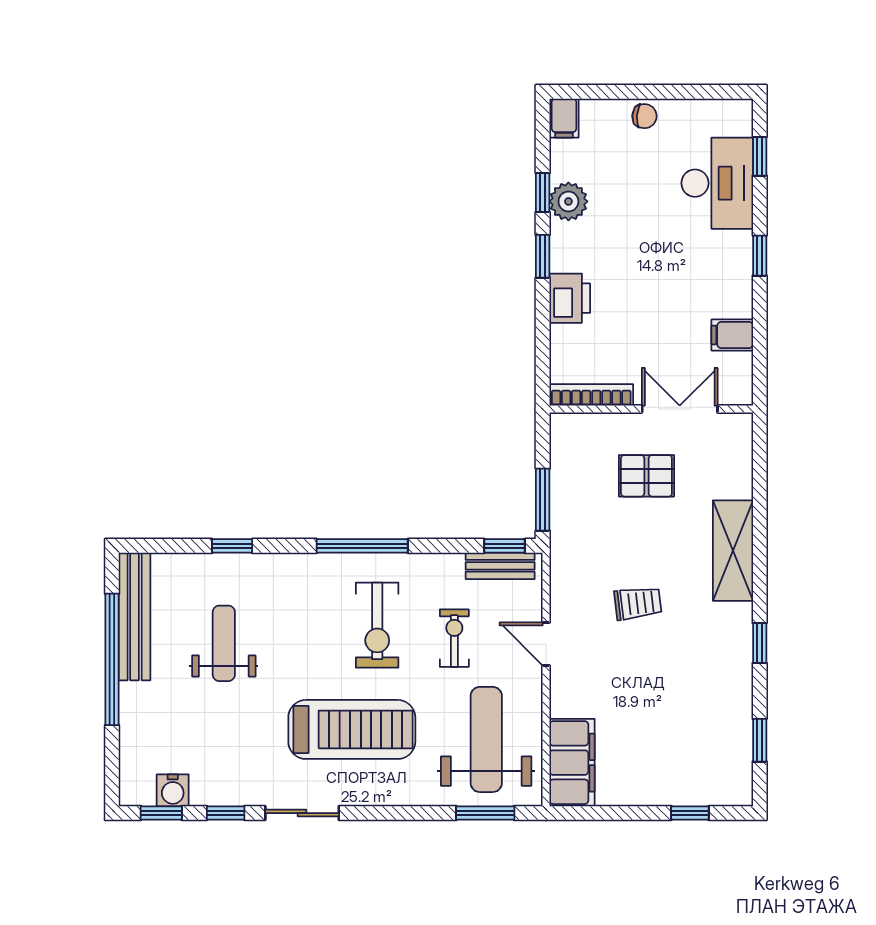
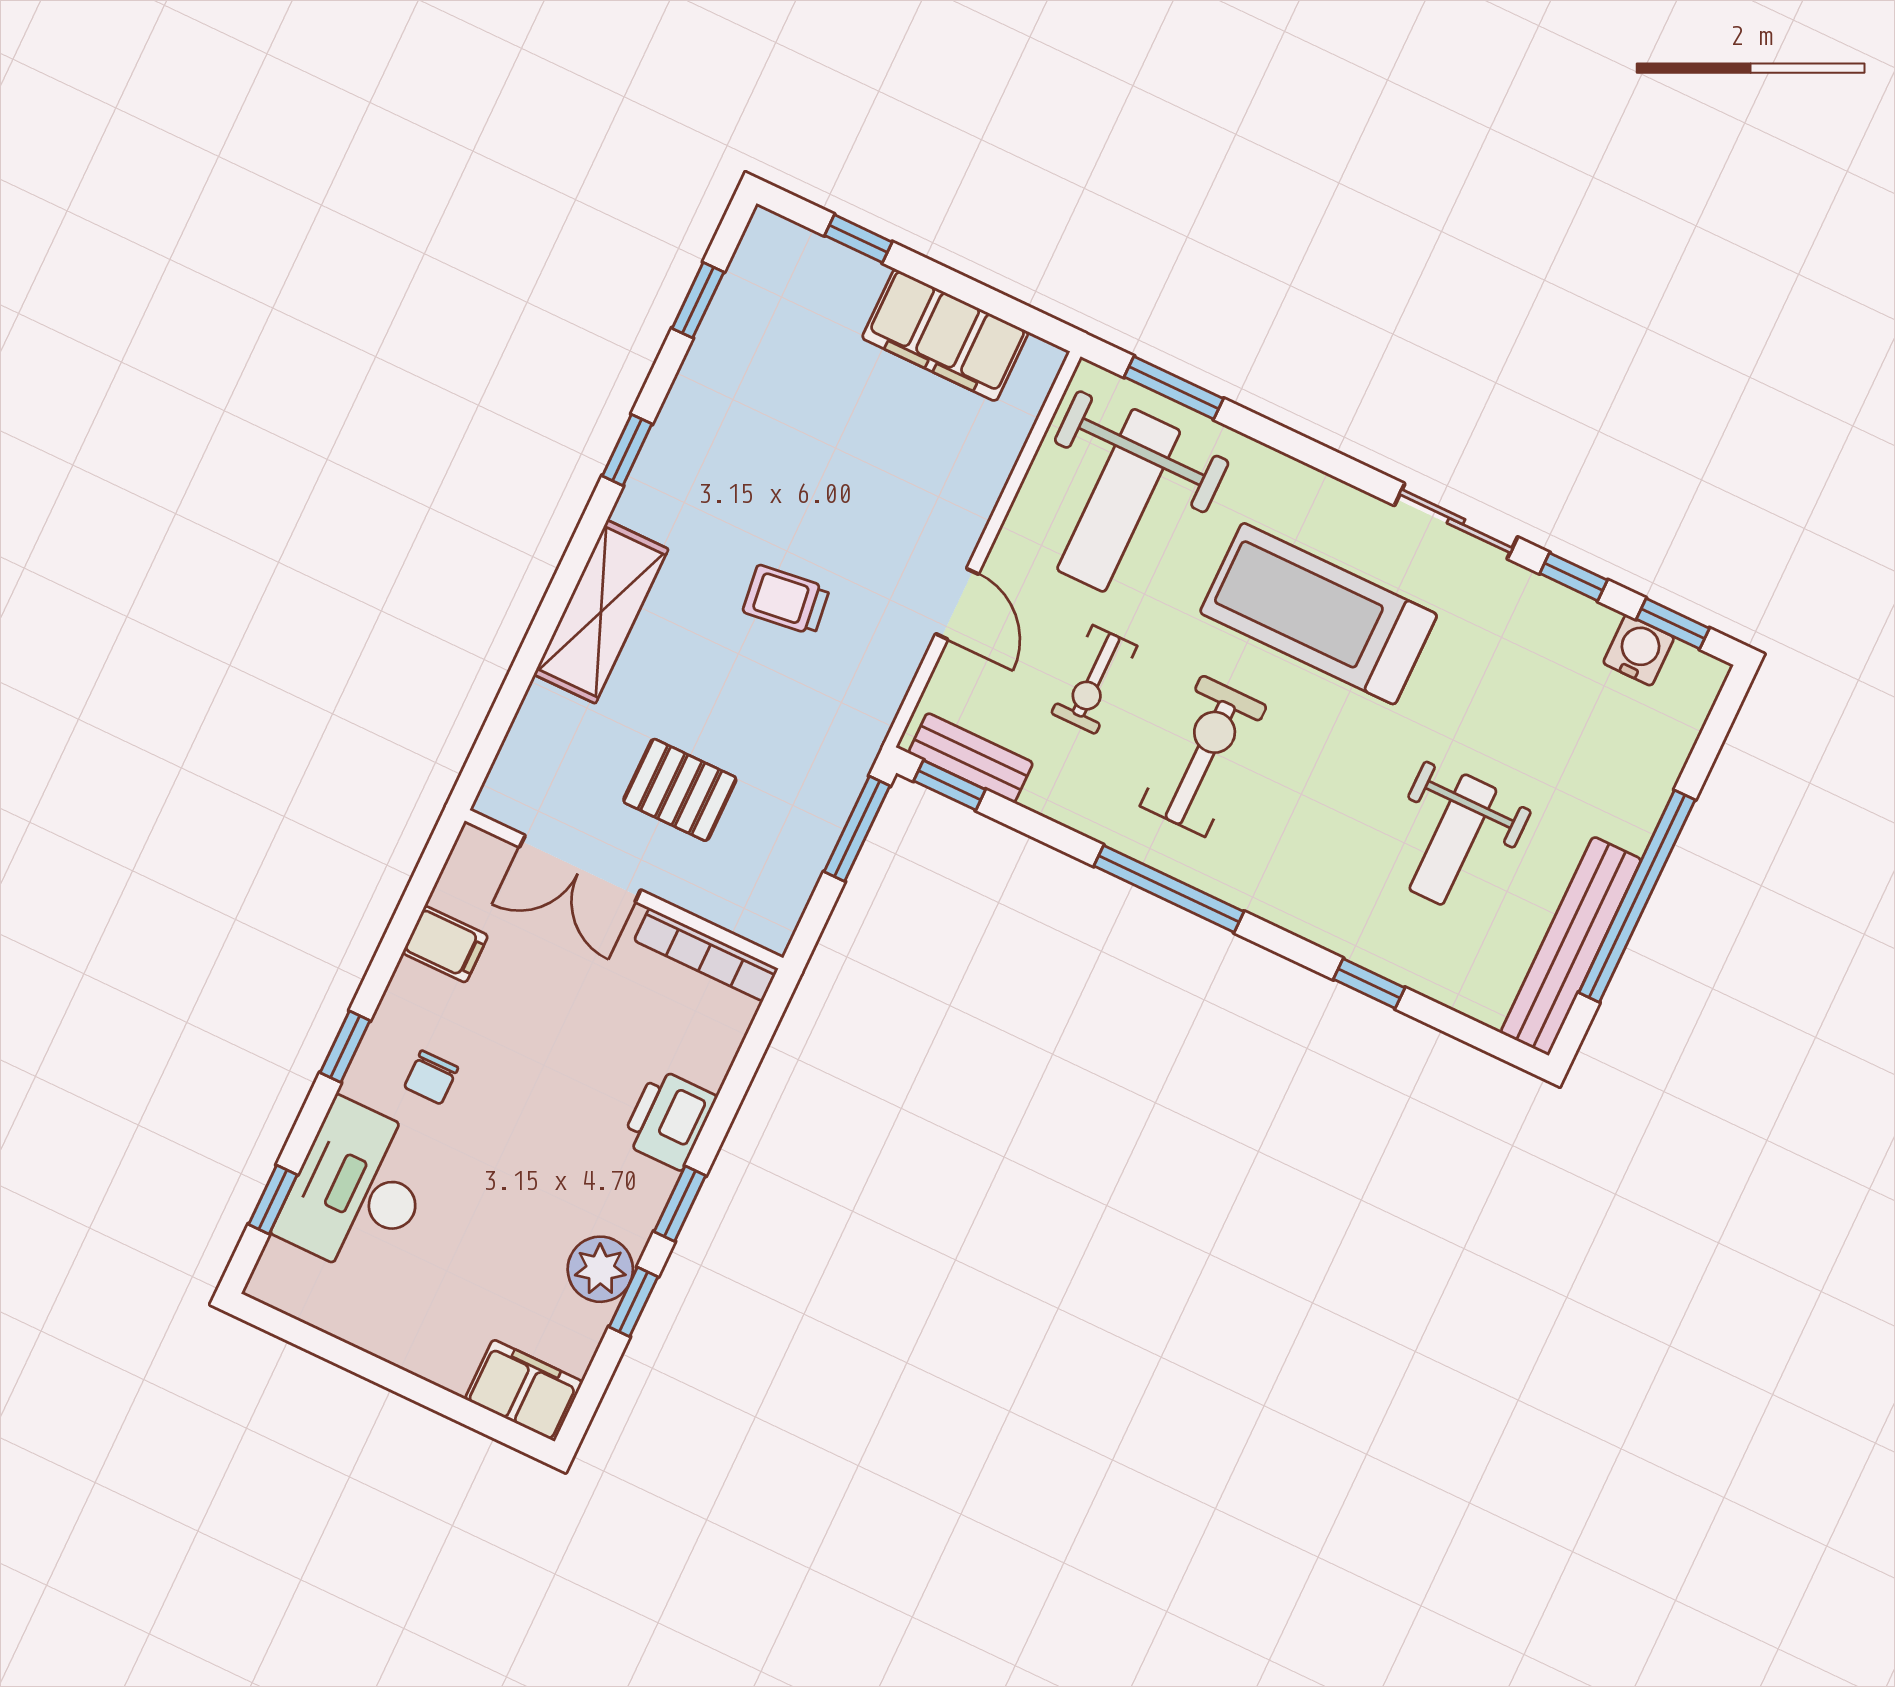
chair: (644, 116) -> (431, 1077), moved, turned -94
filing cabinet: (564, 118) -> (524, 1390), width x2.00
filing cabinet: (572, 763) -> (945, 335), moved, turned -90

